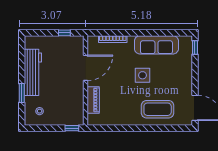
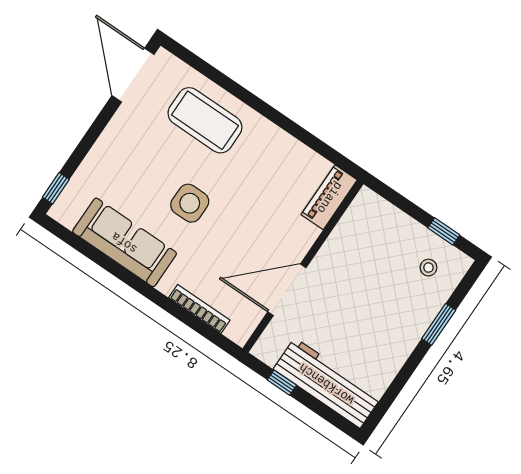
workbench: (33, 72) -> (327, 383), moved, turned 90
piano: (93, 100) -> (329, 197), moved
window: (72, 128) -> (444, 231), moved

